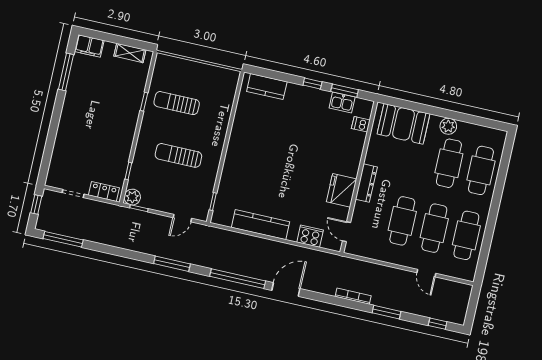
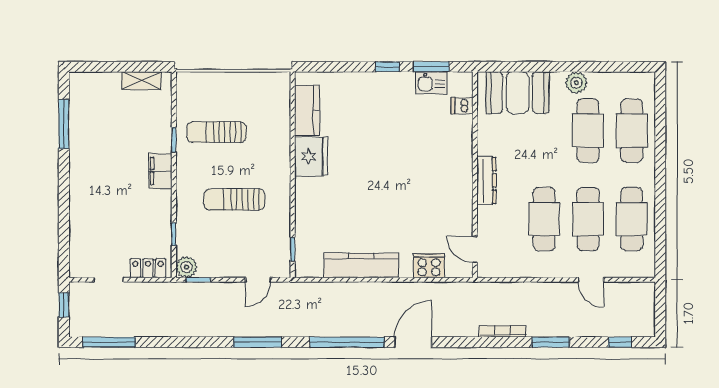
filing cabinet: (89, 46) -> (160, 171), moved, turned 90
kitchen counter: (267, 87) -> (307, 110), moved, turned -90
fridge: (342, 190) -> (311, 156), moved, turned 180

